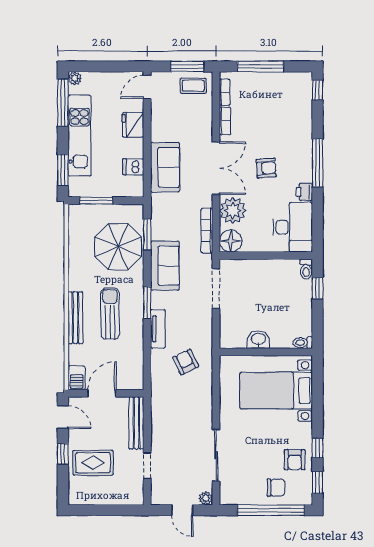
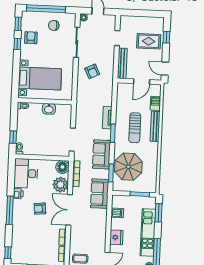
sofa: (165, 167) -> (100, 194), moved
armchair: (186, 362) -> (92, 71), moved
barbecue: (77, 378) -> (155, 103), moved
window: (63, 454) -> (166, 37), moved
chair: (276, 488) -> (54, 25), moved

